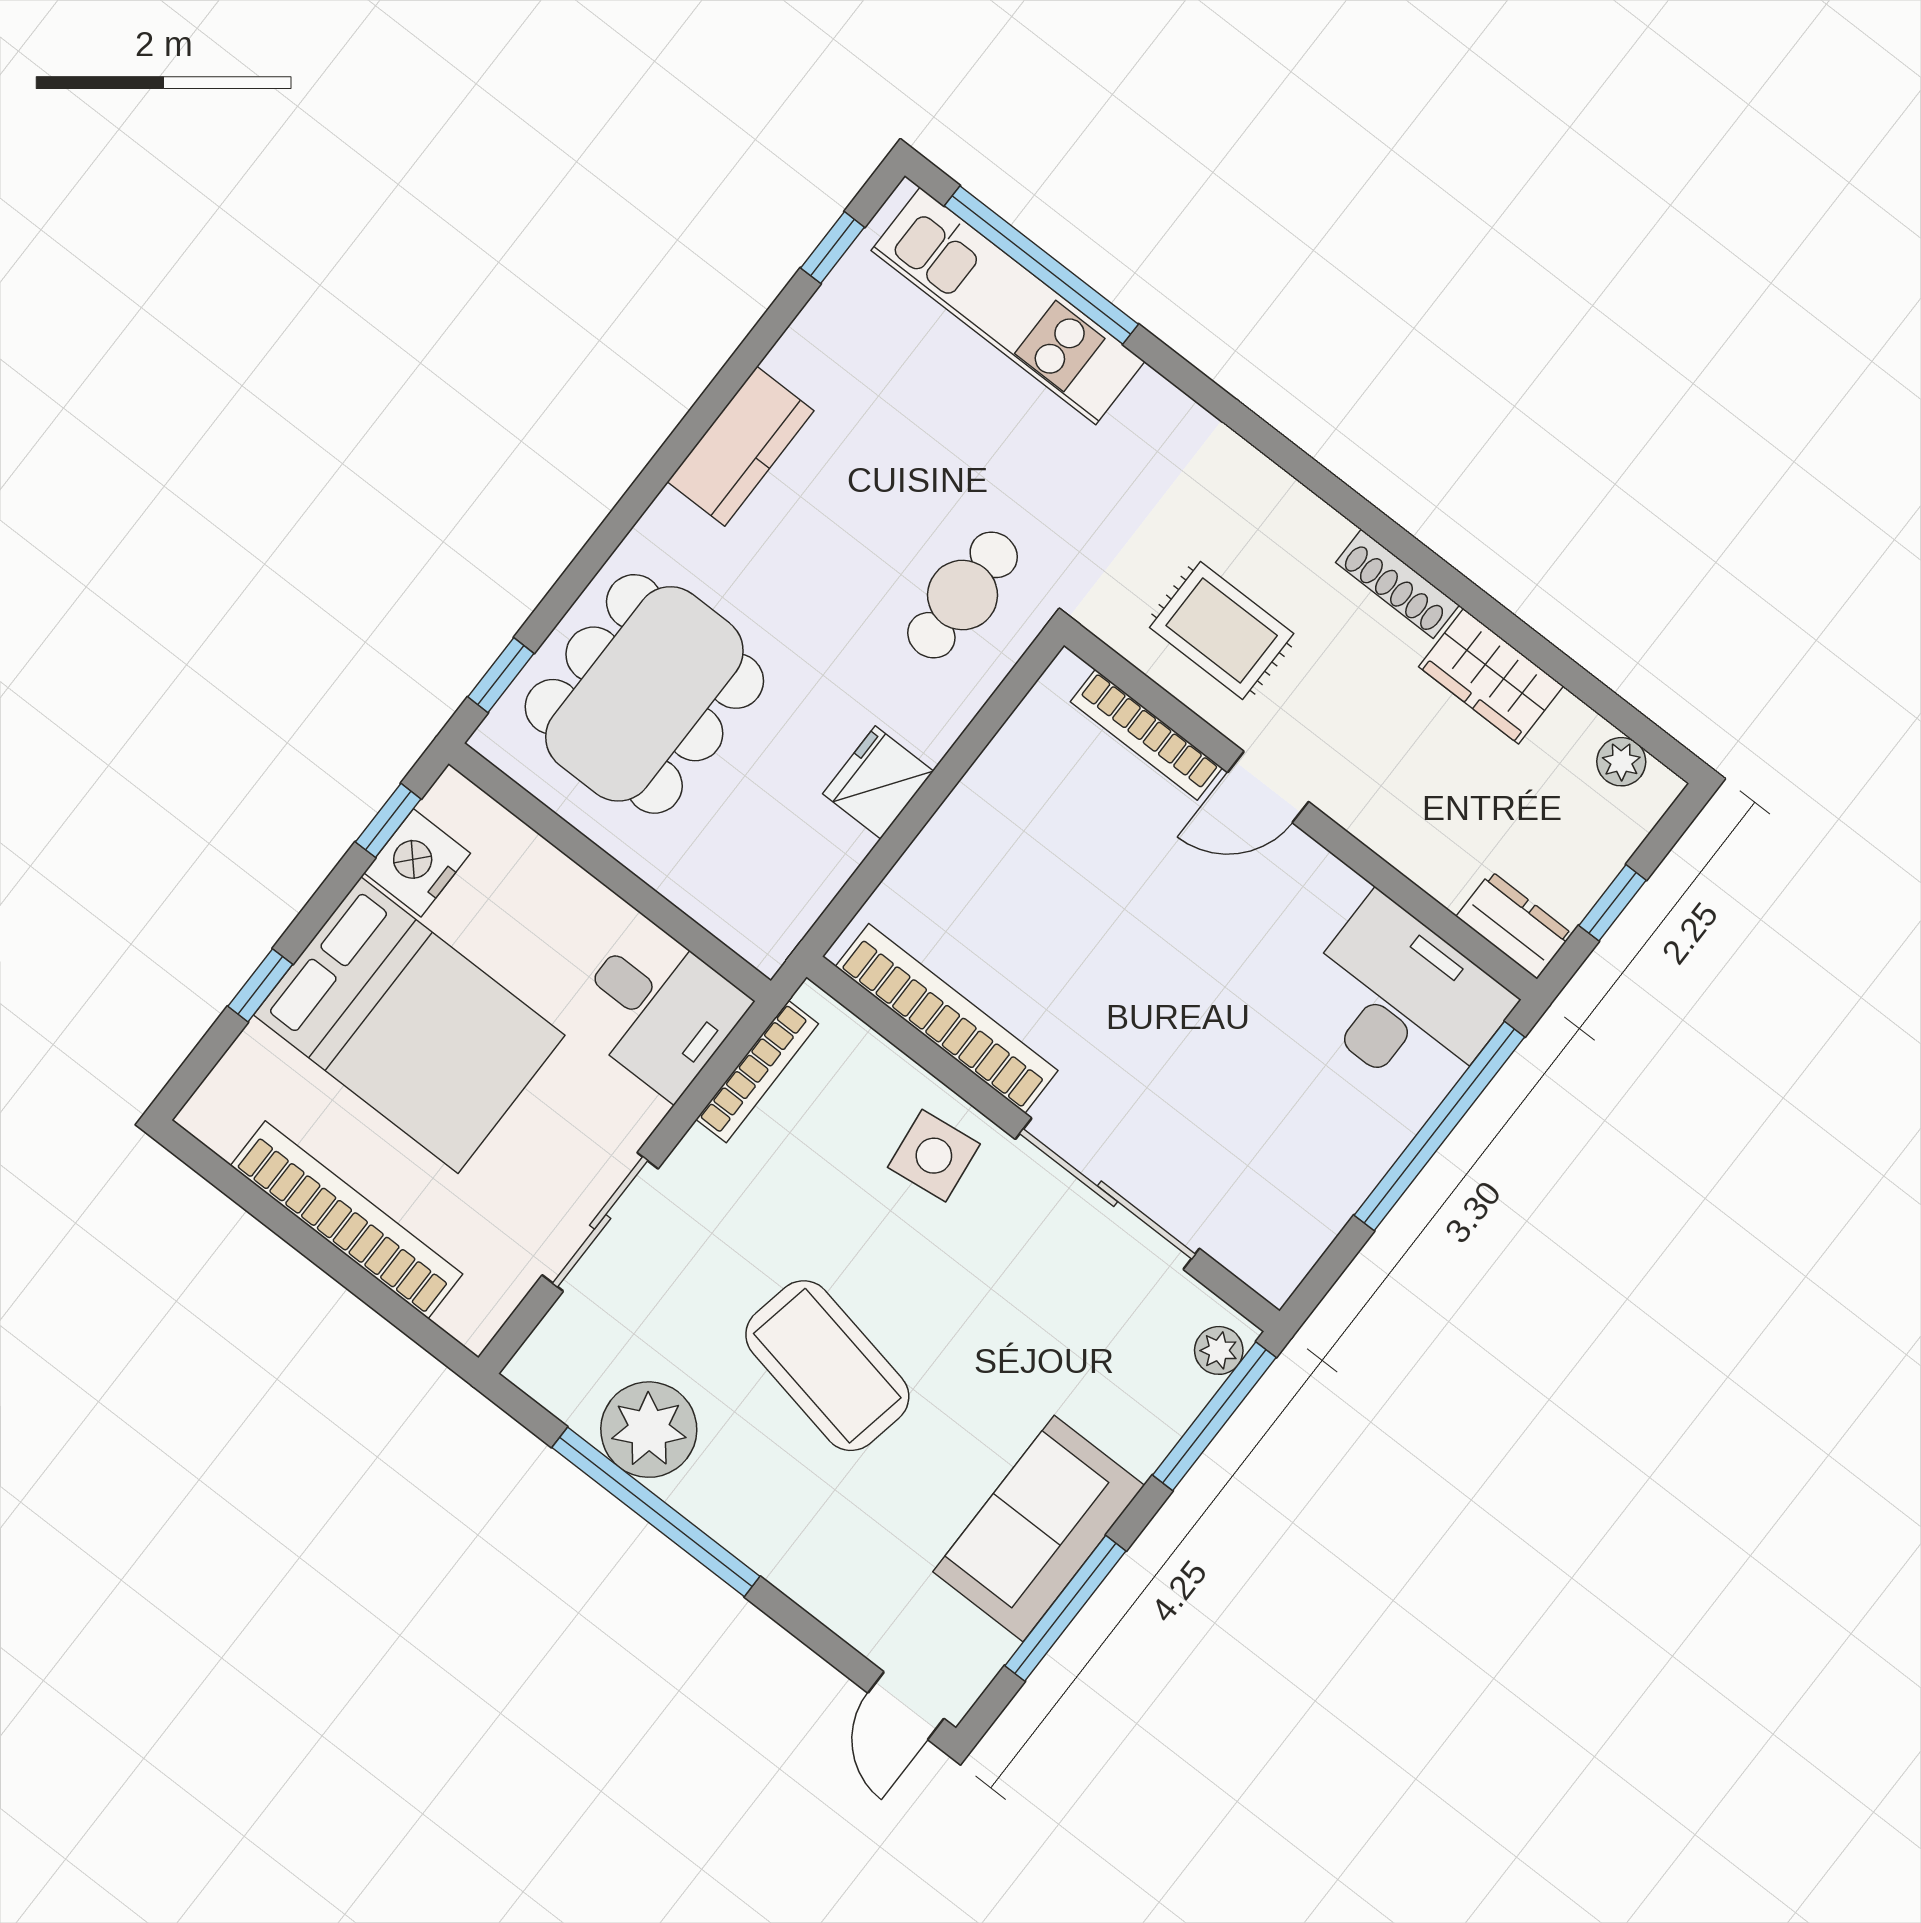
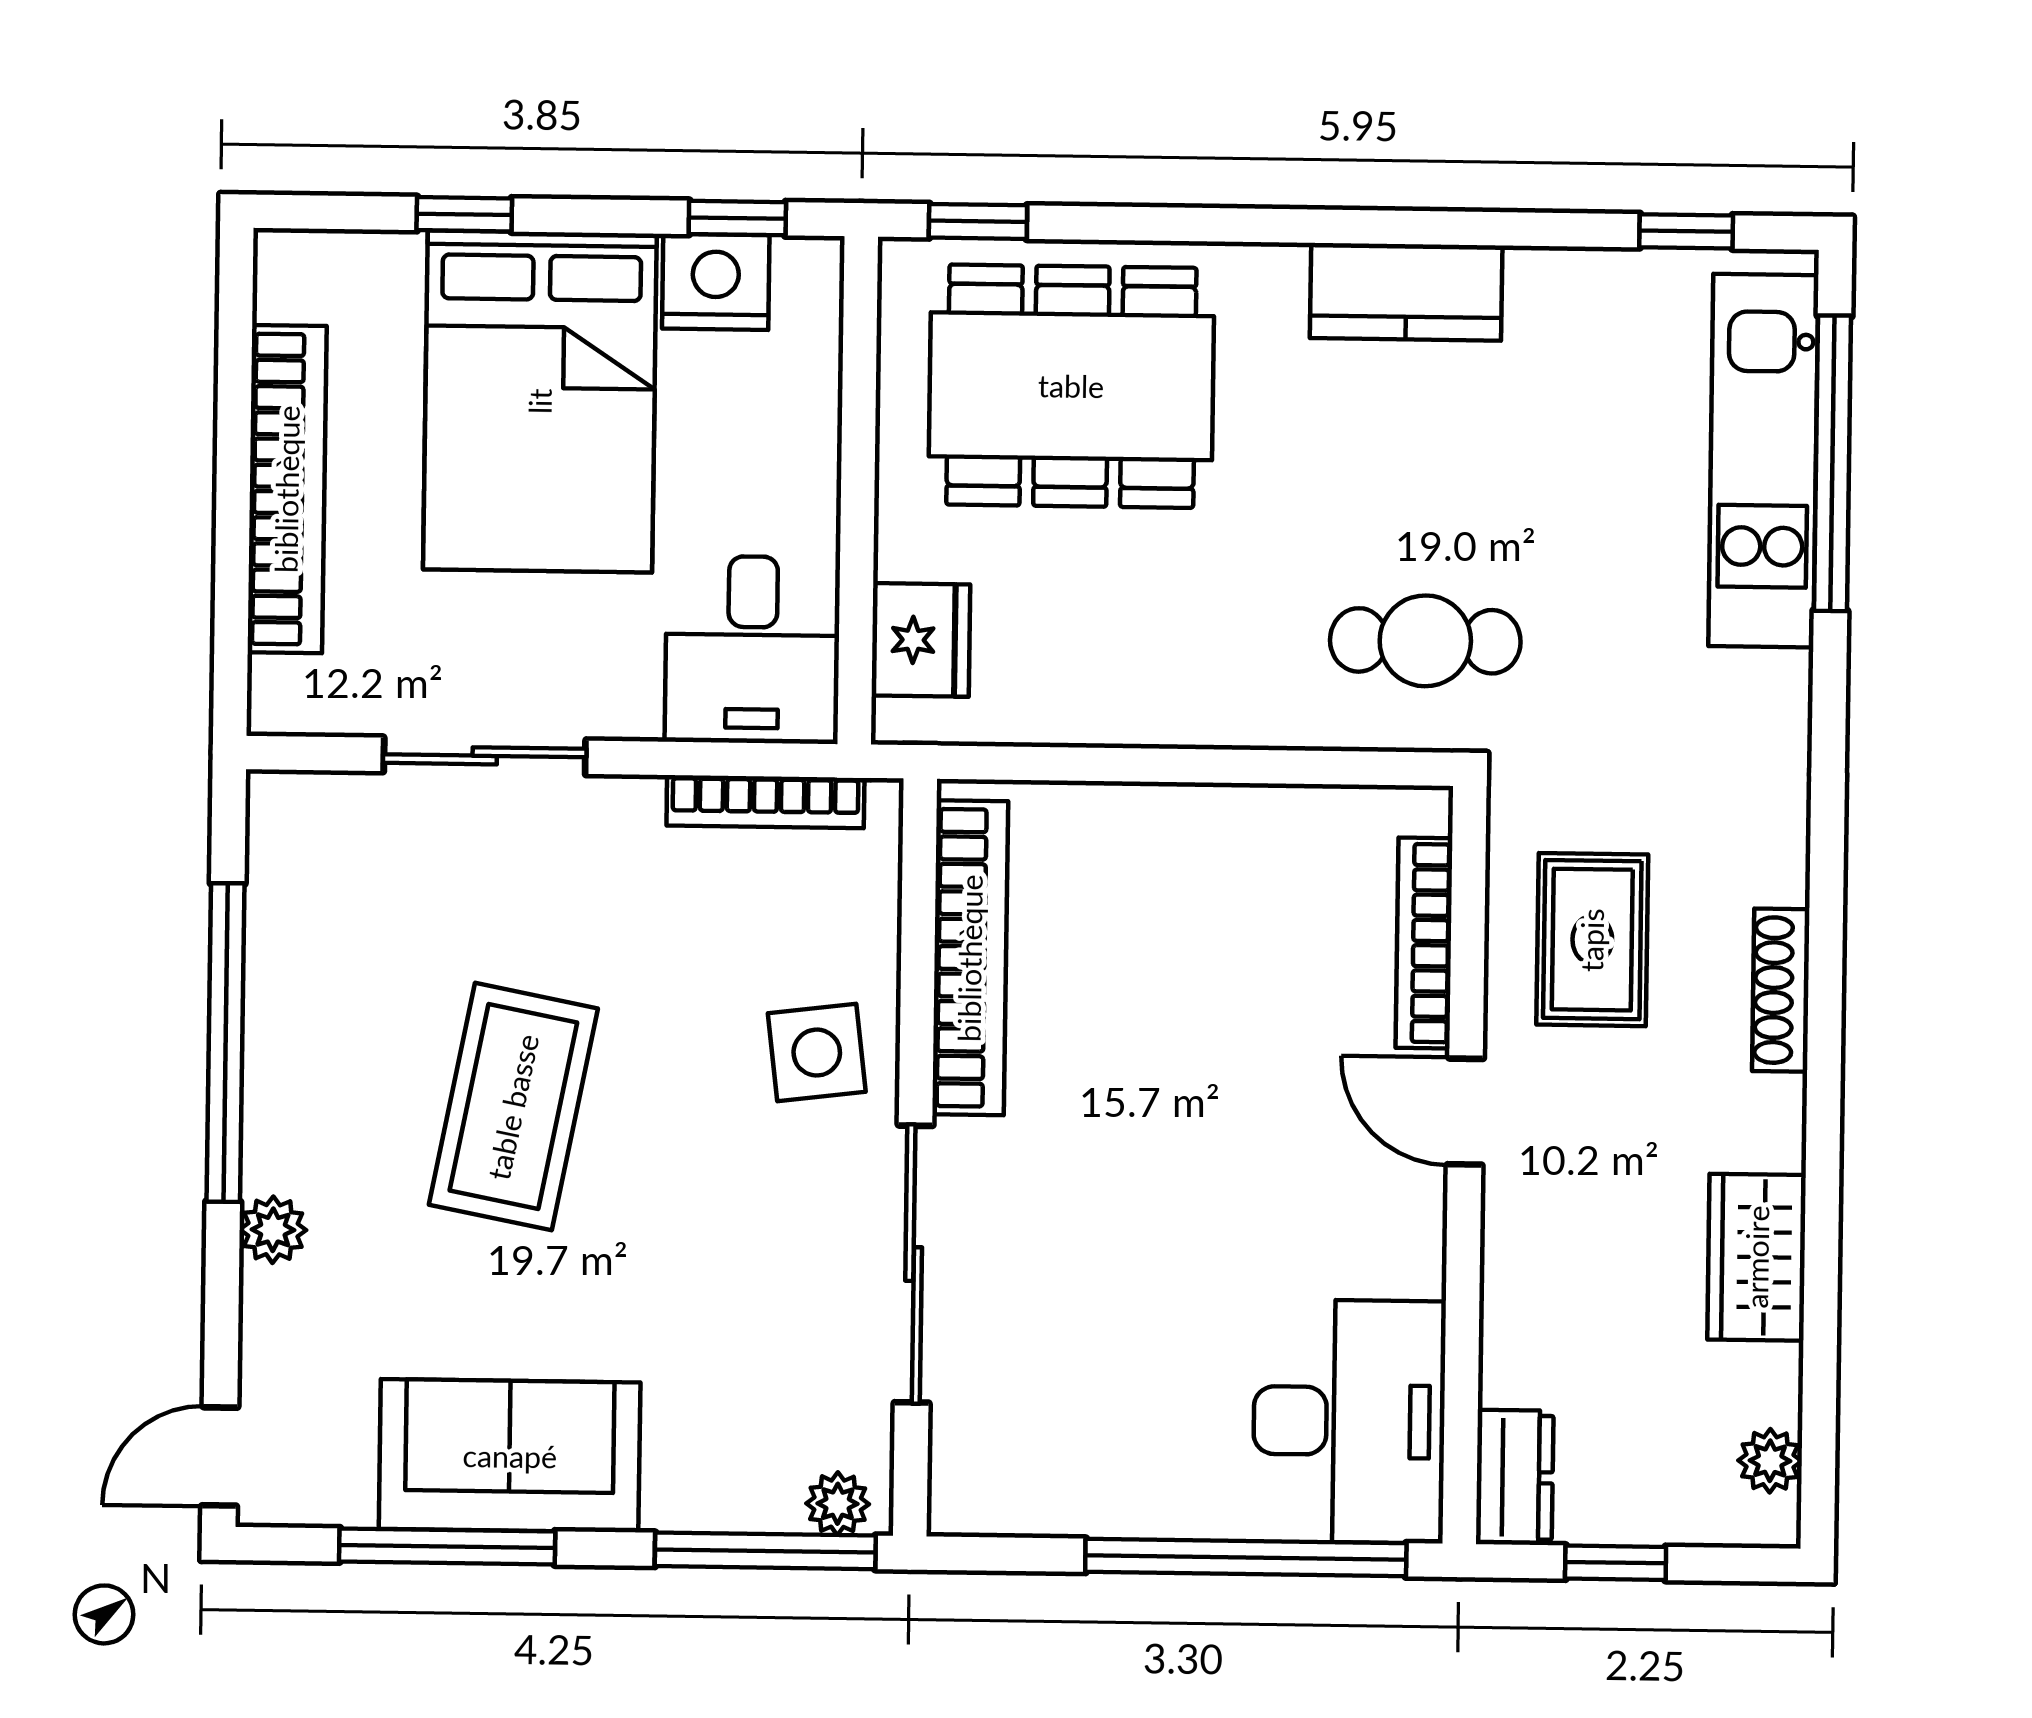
shoe rack: (1397, 584) -> (1781, 990), moved
fridge: (878, 782) -> (921, 640), moved, turned 90
plant: (649, 1430) -> (273, 1230), moved, width x0.53, depth x0.53

